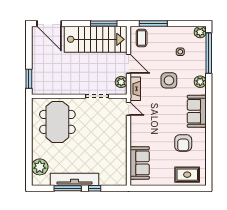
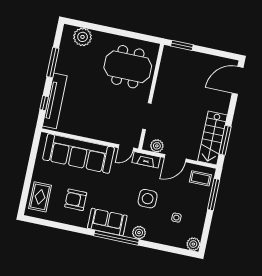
stairs: (96, 39) -> (213, 138), width x0.73, depth x0.66
window: (209, 53) -> (116, 238), moved
sofa: (140, 163) -> (79, 153), width x1.85, depth x1.27
tv unit: (75, 179) -> (55, 101), moved
window: (95, 188) -> (44, 103), moved

